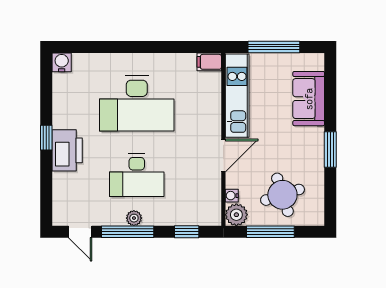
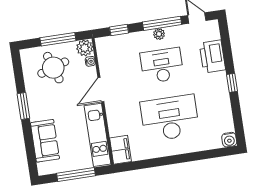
filing cabinet: (209, 62) -> (121, 150), width x2.00
printer: (67, 150) -> (212, 56), moved

